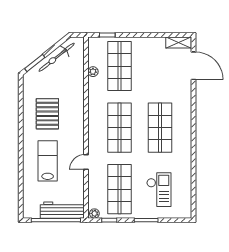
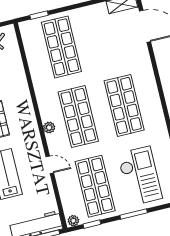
plant: (93, 72) -> (49, 128), moved
door: (86, 162) -> (50, 165), swing flipped
checkout: (159, 190) -> (140, 176), width x1.36, depth x1.21

